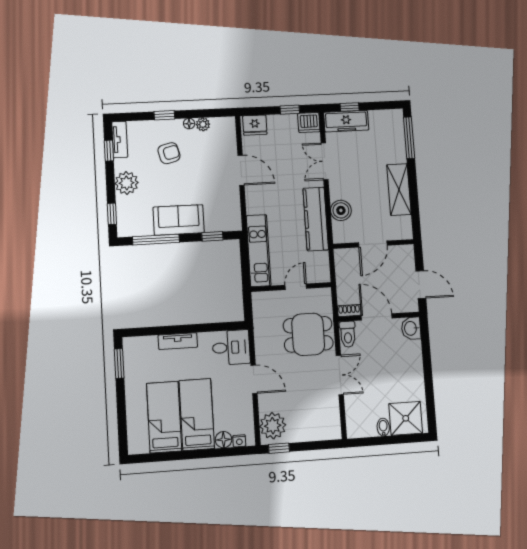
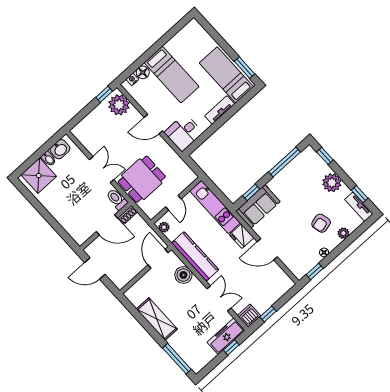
window: (164, 115) -> (315, 272), moved
plant: (203, 124) -> (343, 233), moved
fridge: (255, 125) -> (242, 236), moved, turned -90
sofa: (179, 220) -> (258, 206), moved
door: (373, 244) -> (158, 259), moved
plant: (323, 271) -> (164, 227), added
washbasin: (411, 328) -> (60, 149), moved, turned 90
double door: (340, 375) -> (102, 170), swing flipped
bed: (164, 417) -> (226, 75), moved, turned 180

